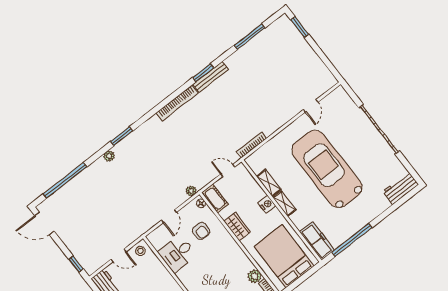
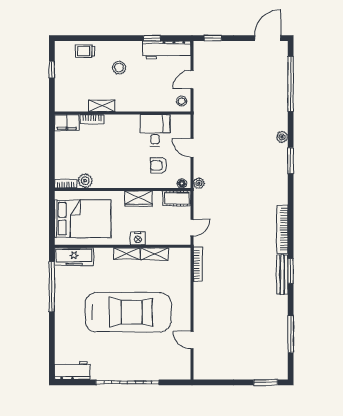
workbench: (401, 188) -> (72, 371), moved, turned -90

